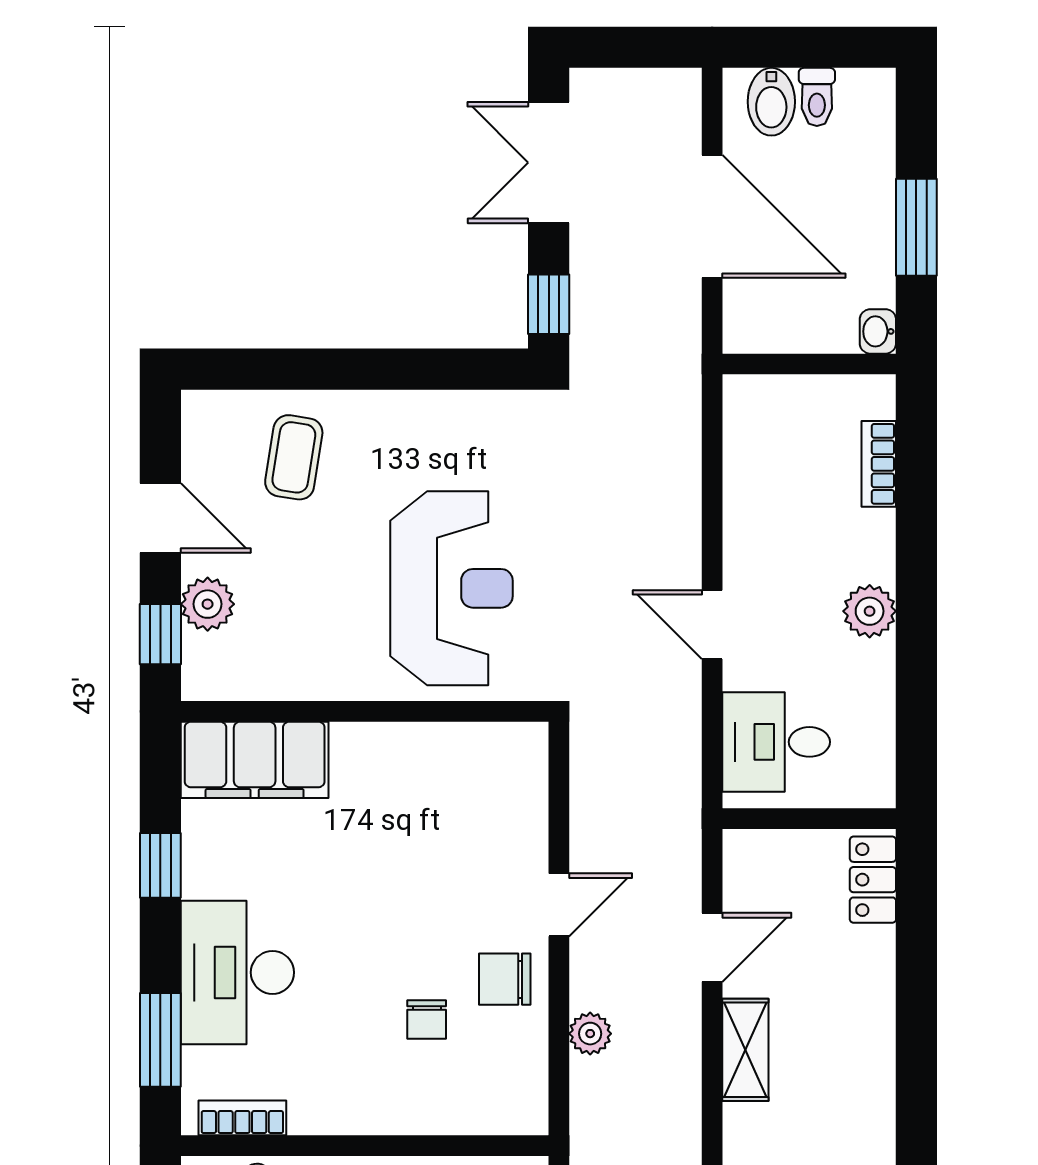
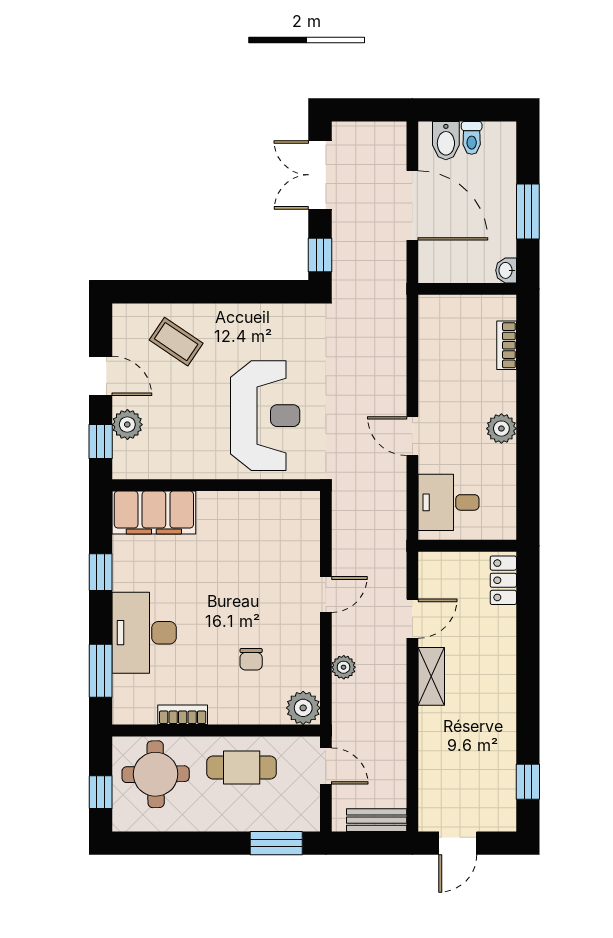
coffee table: (294, 457) -> (176, 342), turned -65
chair: (505, 979) -> (295, 636), removed
plant: (519, 1106) -> (303, 708), added
bookcase: (242, 1118) -> (183, 715), moved

